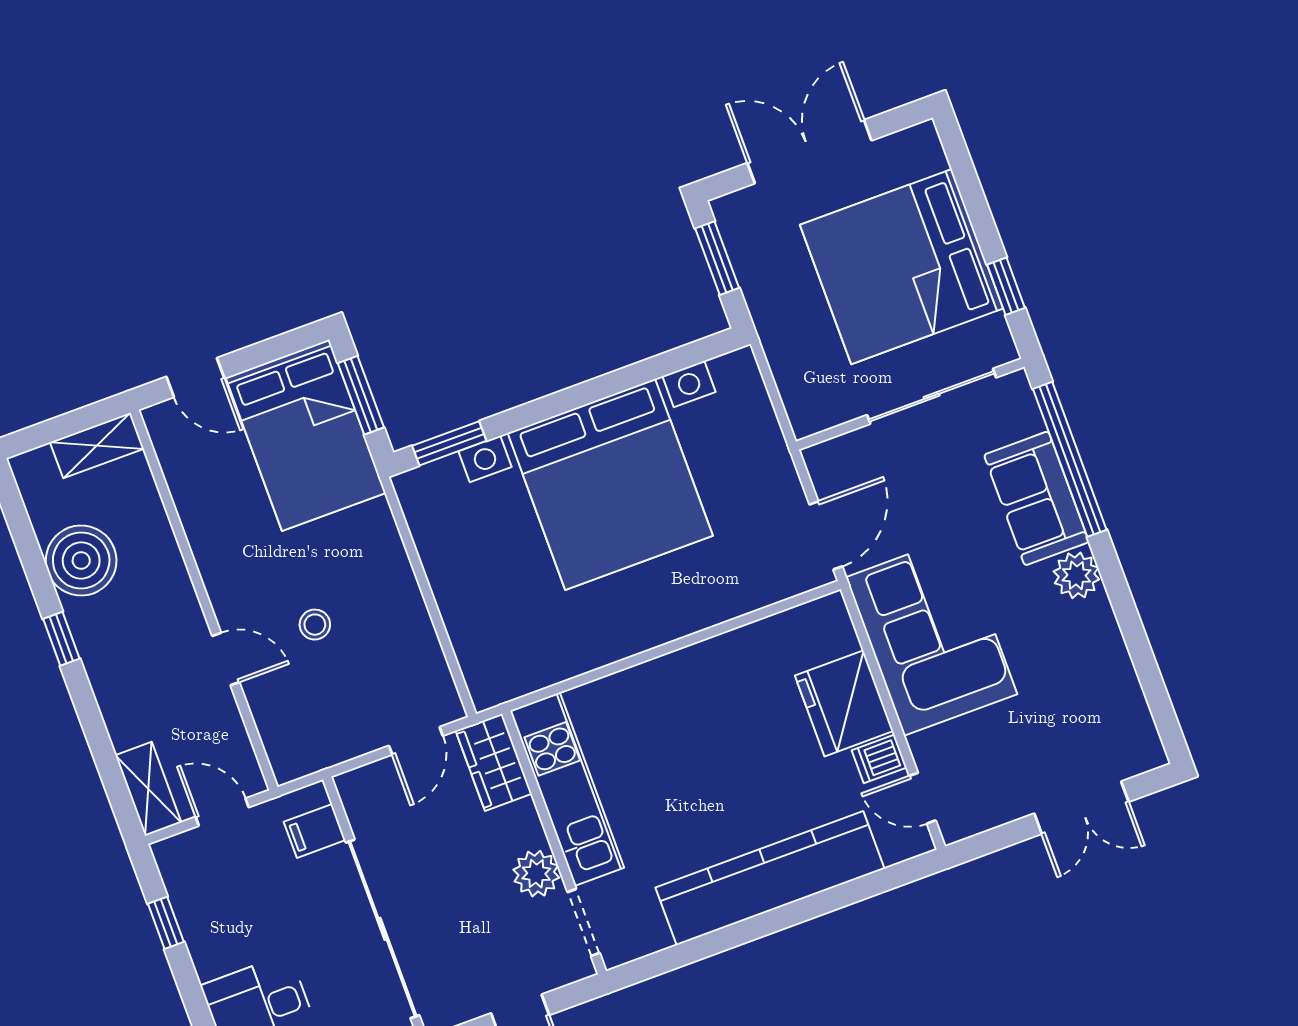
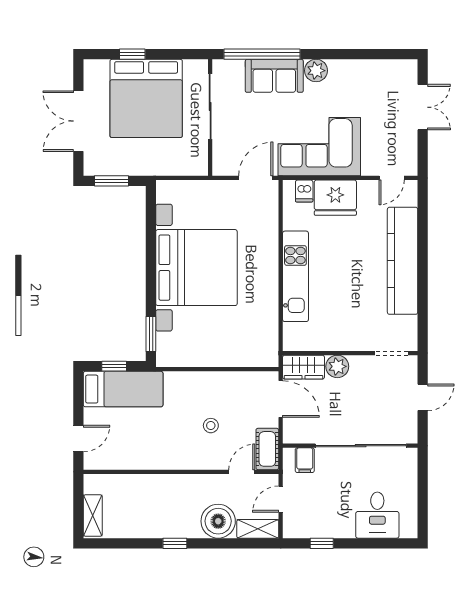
window: (1006, 286) -> (132, 54), moved
window: (361, 395) -> (114, 366), width x0.67
bed: (306, 435) -> (123, 389), width x0.67
shelving: (97, 445) -> (93, 516), moved
door: (826, 535) -> (256, 178), hinge flipped
boiler: (81, 561) -> (218, 521), moved
door: (226, 659) -> (242, 472), moved
door: (416, 741) -> (281, 399), width x1.38
cot: (310, 751) -> (267, 449), added
dishwasher: (879, 759) -> (304, 191), moved
kitchen unit: (567, 789) -> (295, 276), moved, turned 90
plant: (536, 874) -> (337, 366), moved

